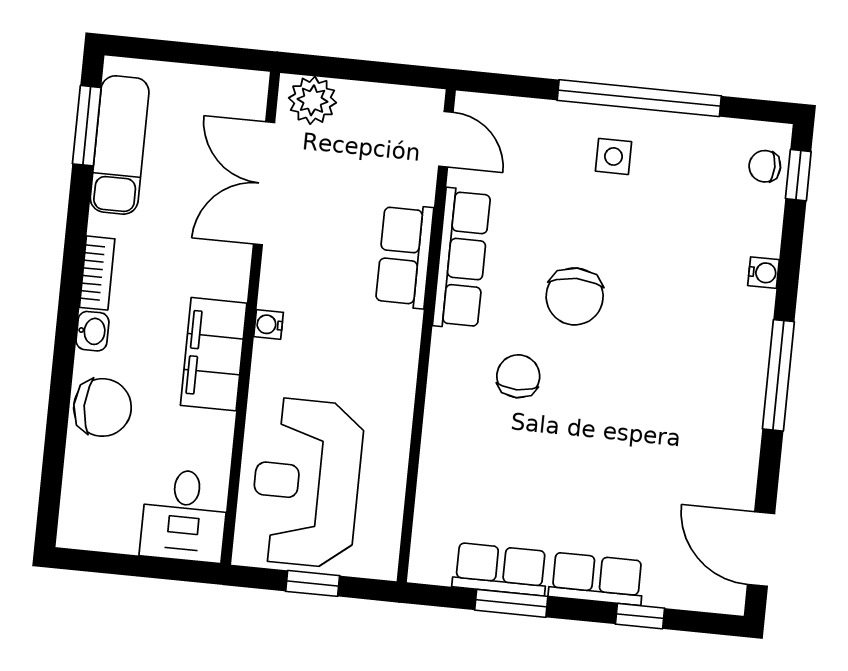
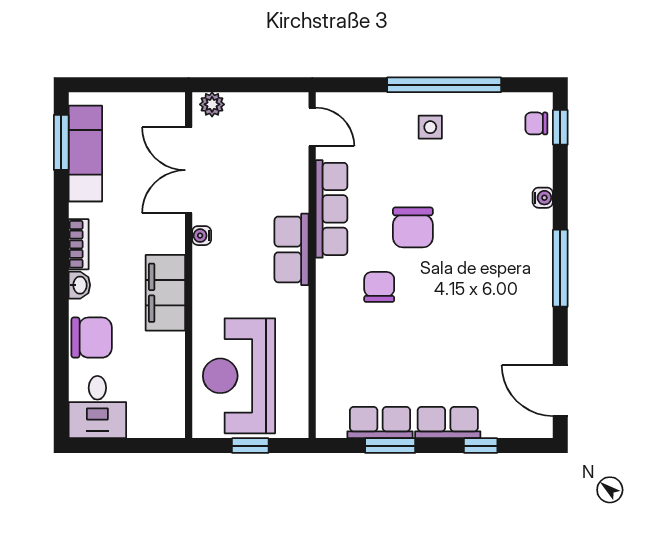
plant: (312, 100) -> (212, 104), width x0.73, depth x0.73
row of seats: (405, 256) -> (292, 249), moved
water cooler: (269, 325) -> (202, 236), moved
desk: (184, 515) -> (97, 407), moved

